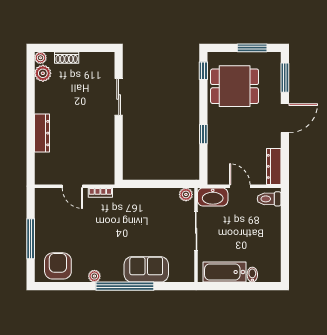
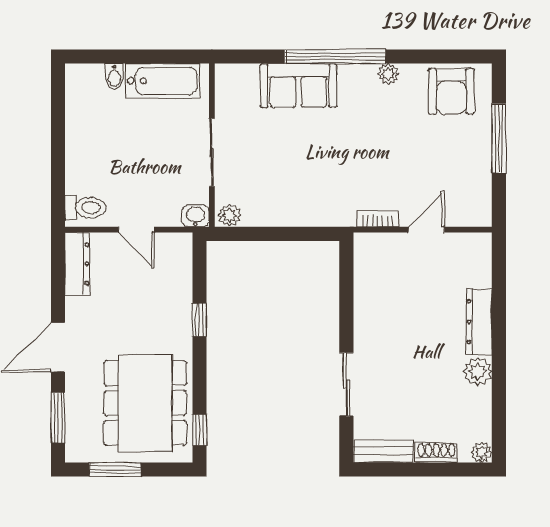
bench: (97, 58) -> (383, 451), added
plant: (43, 73) -> (478, 371), moved
dining table: (235, 86) -> (145, 403), width x1.38
door: (72, 186) -> (426, 230), hinge flipped
washbasin: (213, 197) -> (196, 216), width x0.52, depth x0.69

